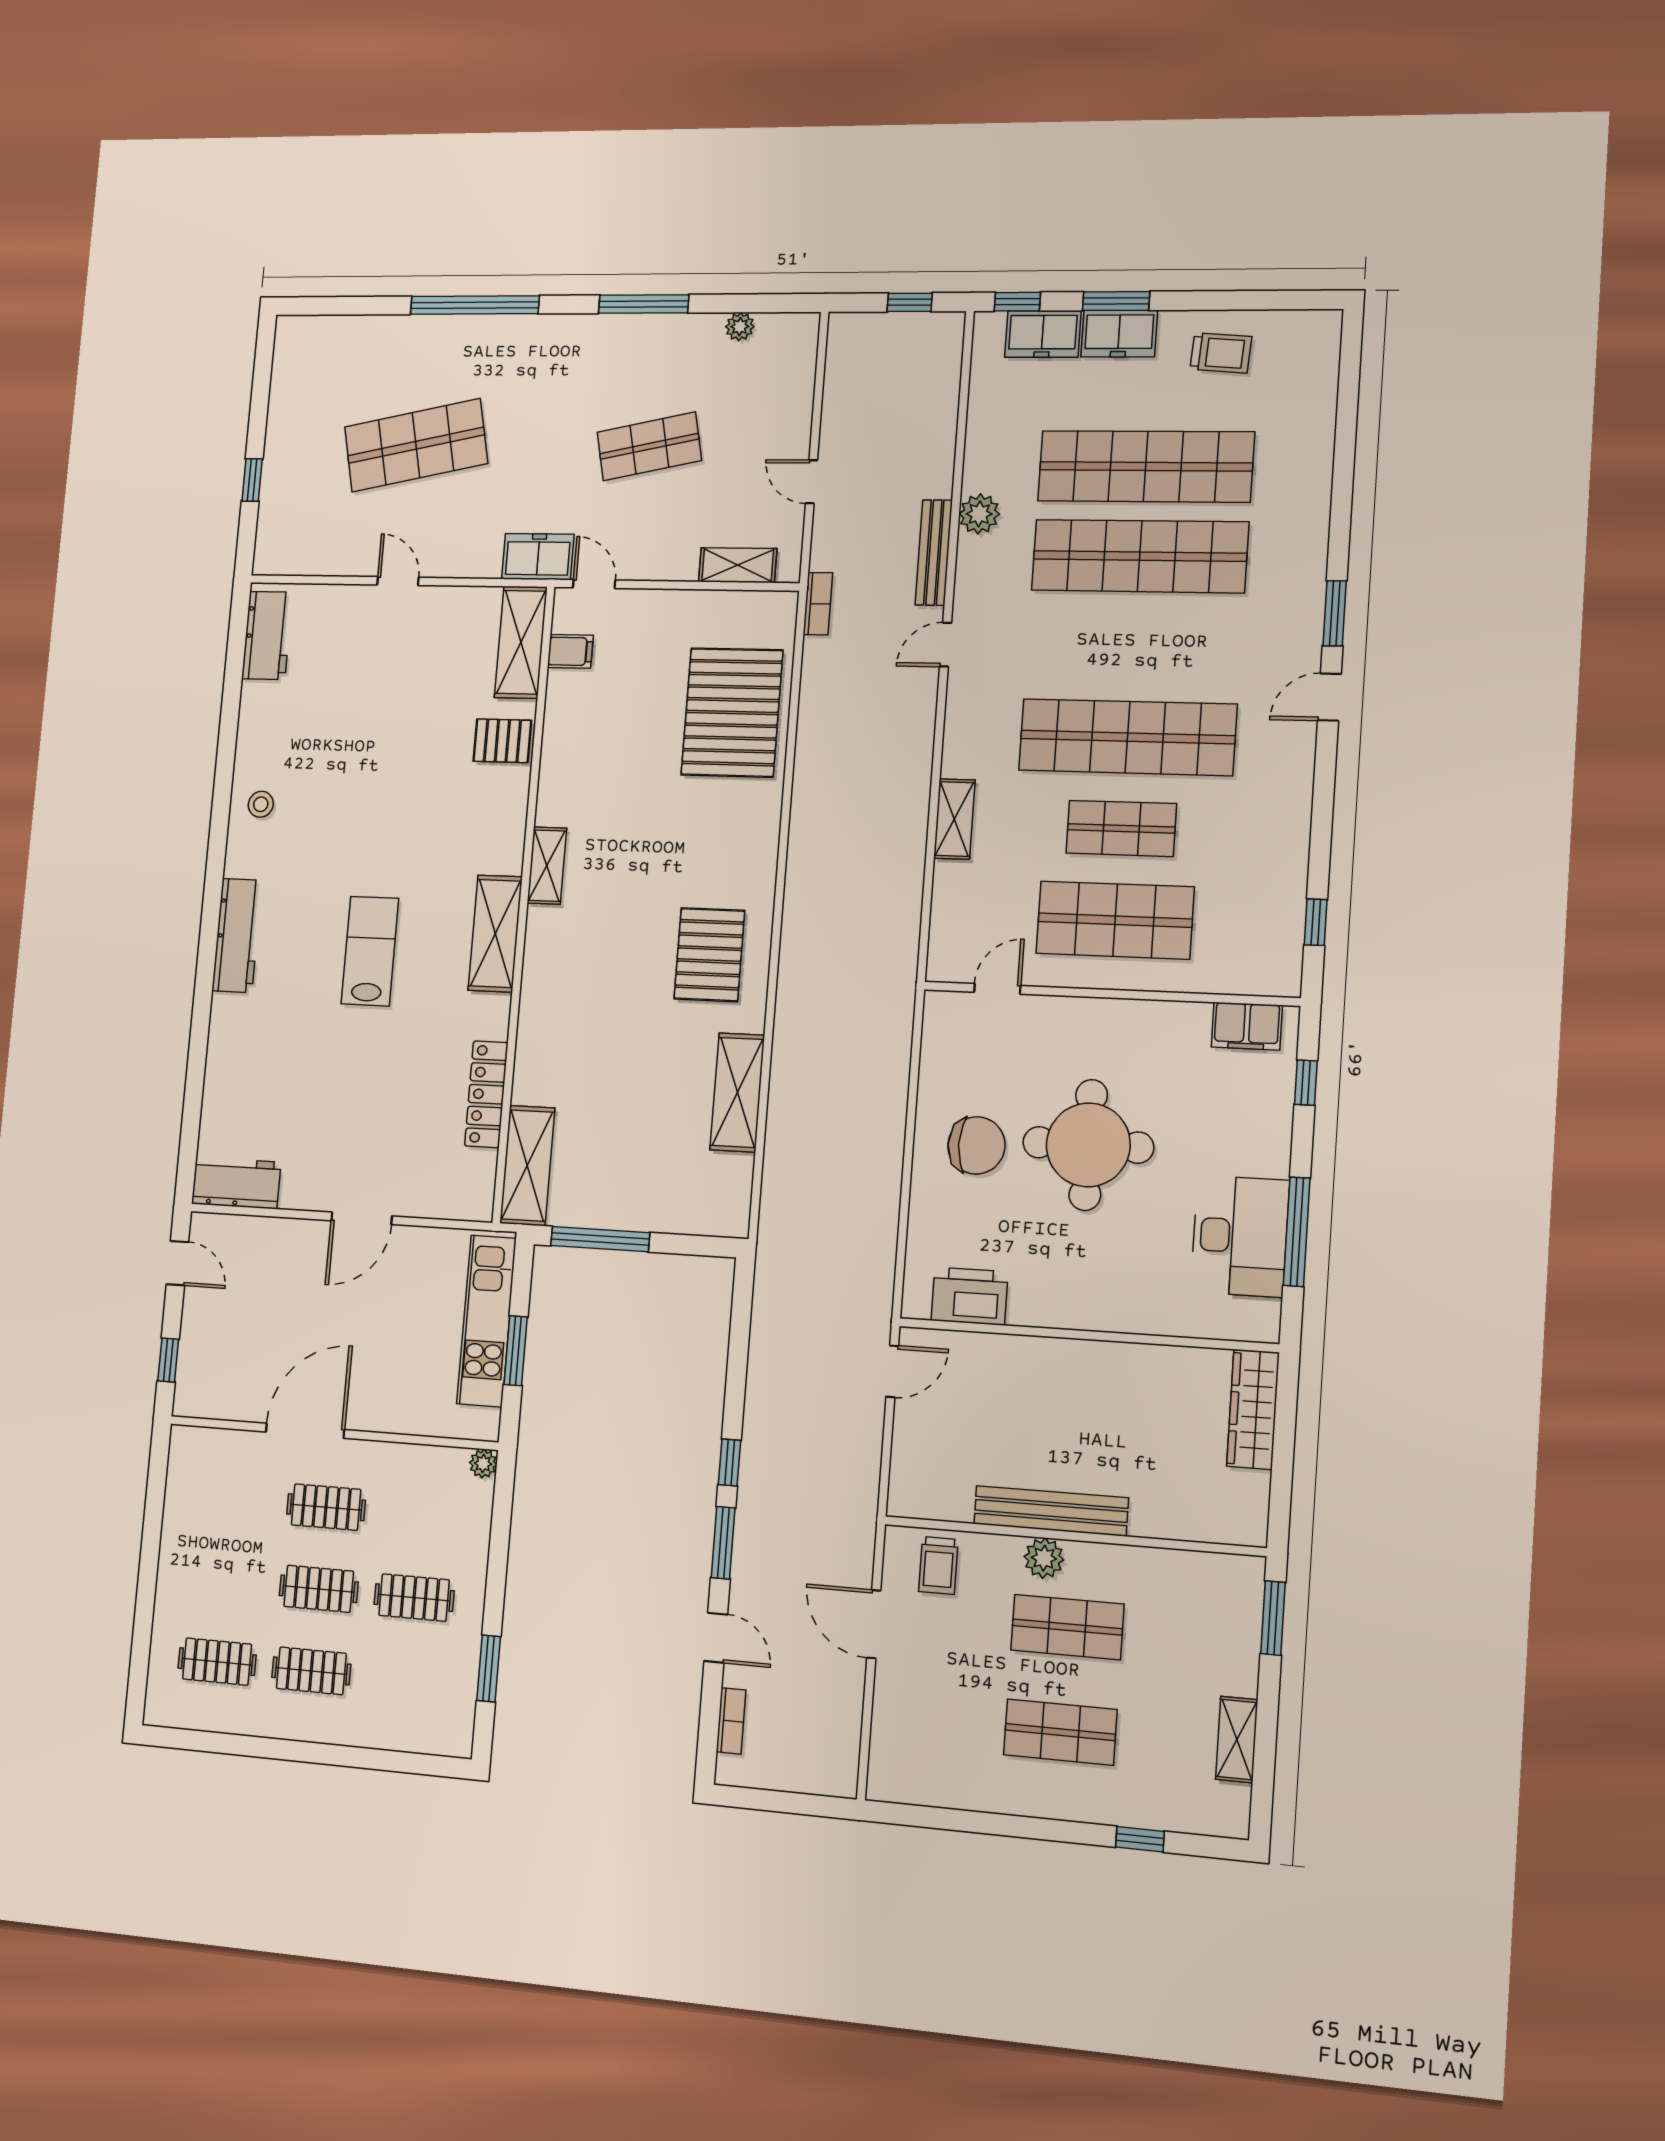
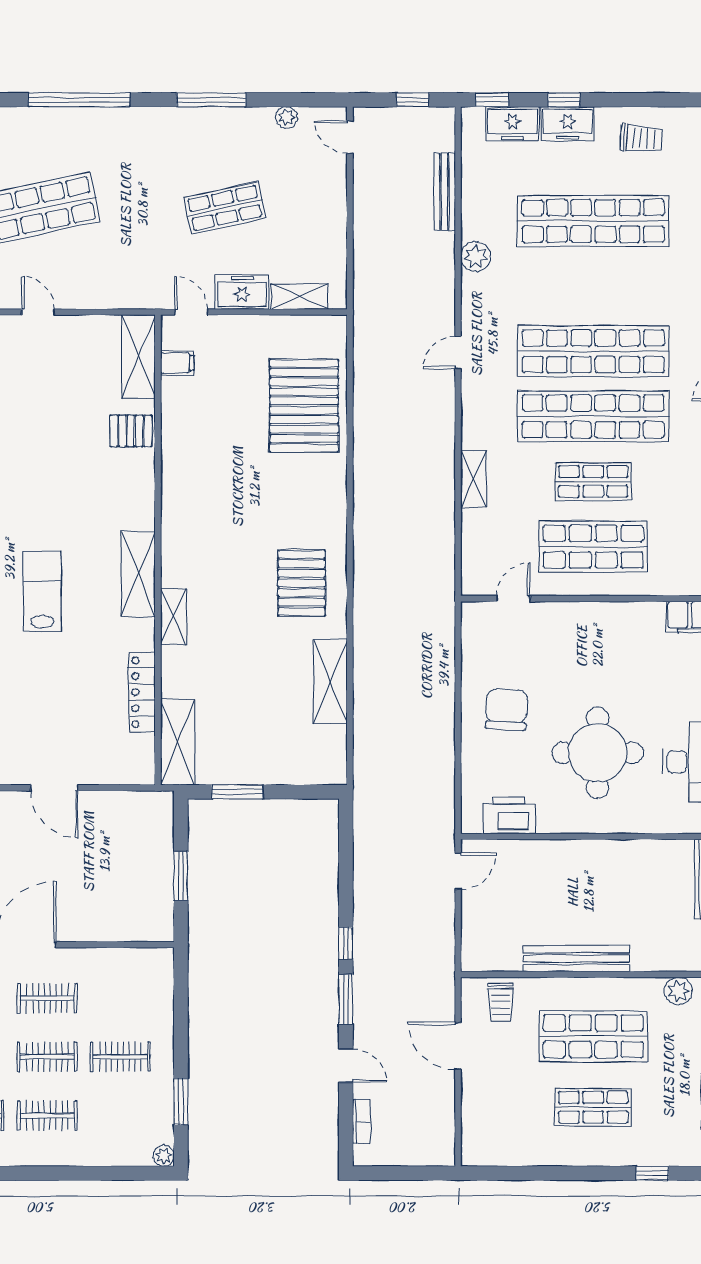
window: (1116, 301) -> (564, 100), width x0.67
door: (811, 482) -> (350, 137), moved
bench: (934, 553) -> (444, 192), moved
shop shelf: (1140, 556) -> (593, 351), moved
freezer: (538, 557) -> (242, 292), moved
bookcase: (818, 604) -> (362, 324), removed
shelving: (547, 866) -> (173, 616), moved
chair: (976, 1145) -> (506, 710), turned -87
round table: (1088, 1145) -> (598, 753), moved
door: (362, 1218) -> (54, 788), hinge flipped
window: (600, 1239) -> (237, 792), width x0.69
kitchen unit: (486, 1321) -> (157, 856), removed
plant: (483, 1464) -> (164, 1156), moved
plant: (1044, 1558) -> (678, 991), moved
shop shelf: (1067, 1627) -> (593, 1036), width x1.43, depth x1.36

